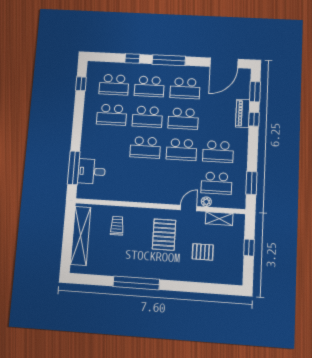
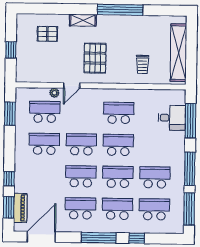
window: (81, 84) -> (189, 209), width x2.17
piano: (243, 113) -> (20, 208), moved
window: (78, 122) -> (190, 169), added
school desk: (143, 179) -> (119, 113), added
shelving: (219, 219) -> (83, 20), moved
pallet: (203, 252) -> (47, 34), moved

